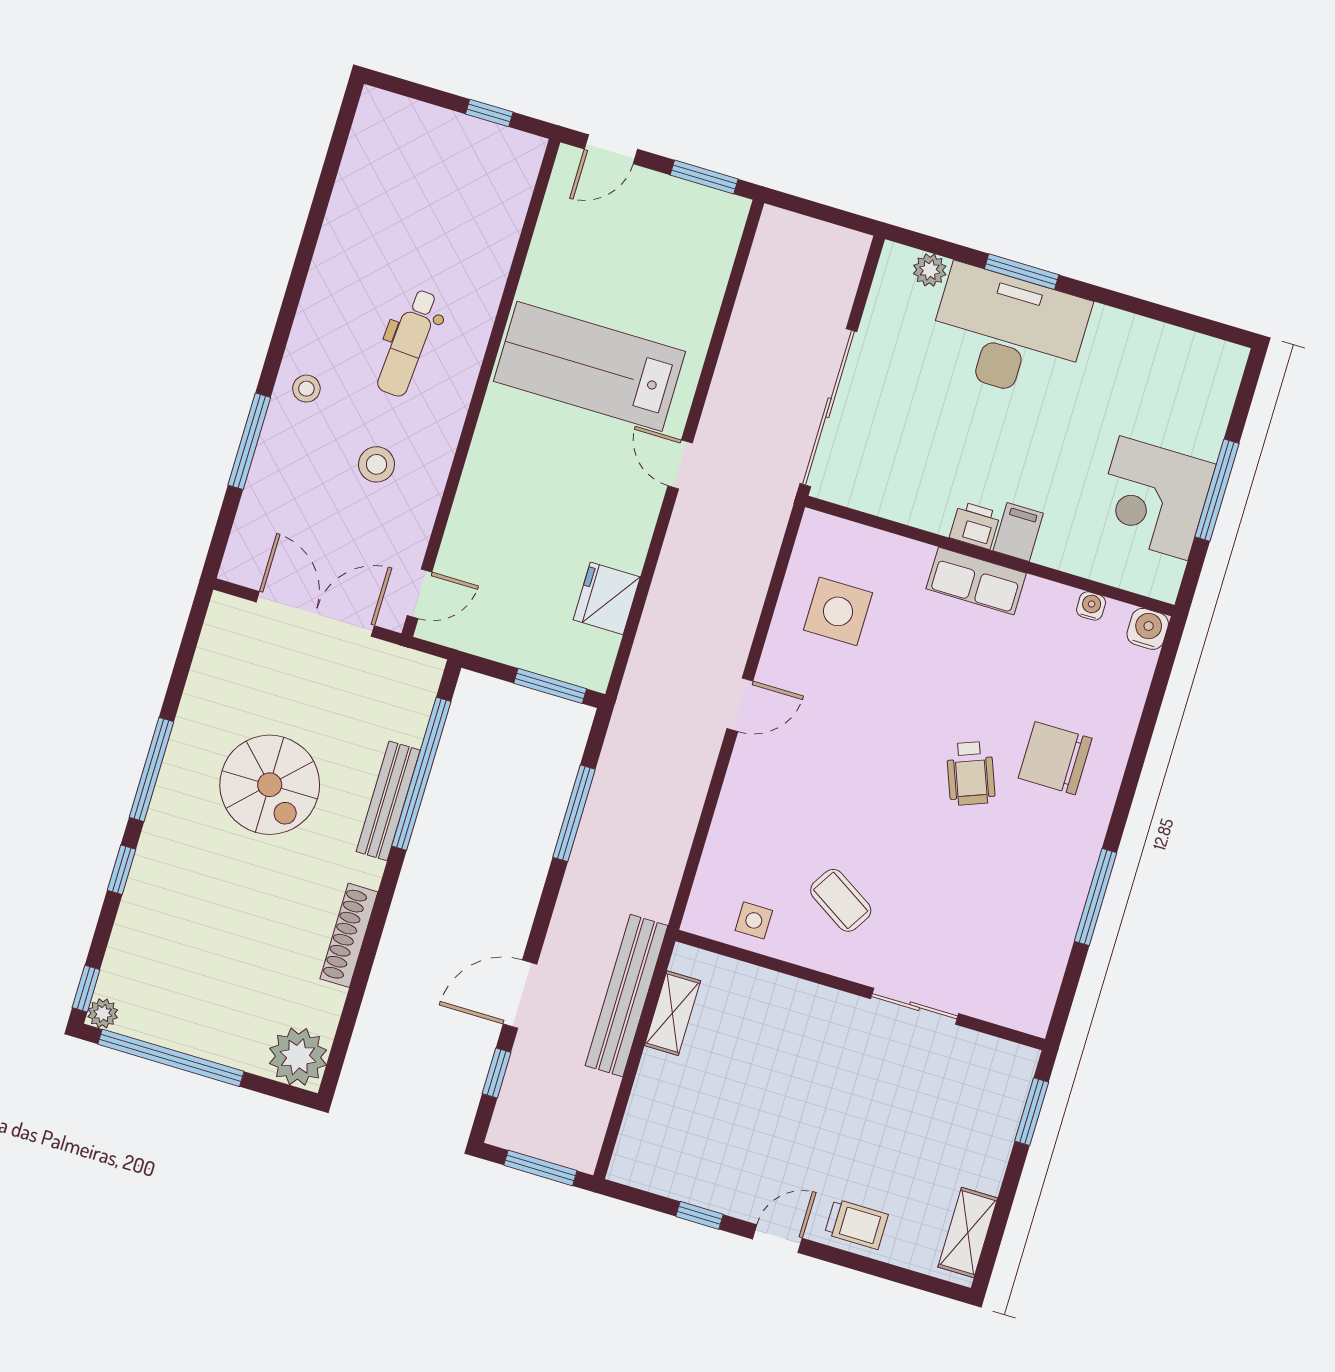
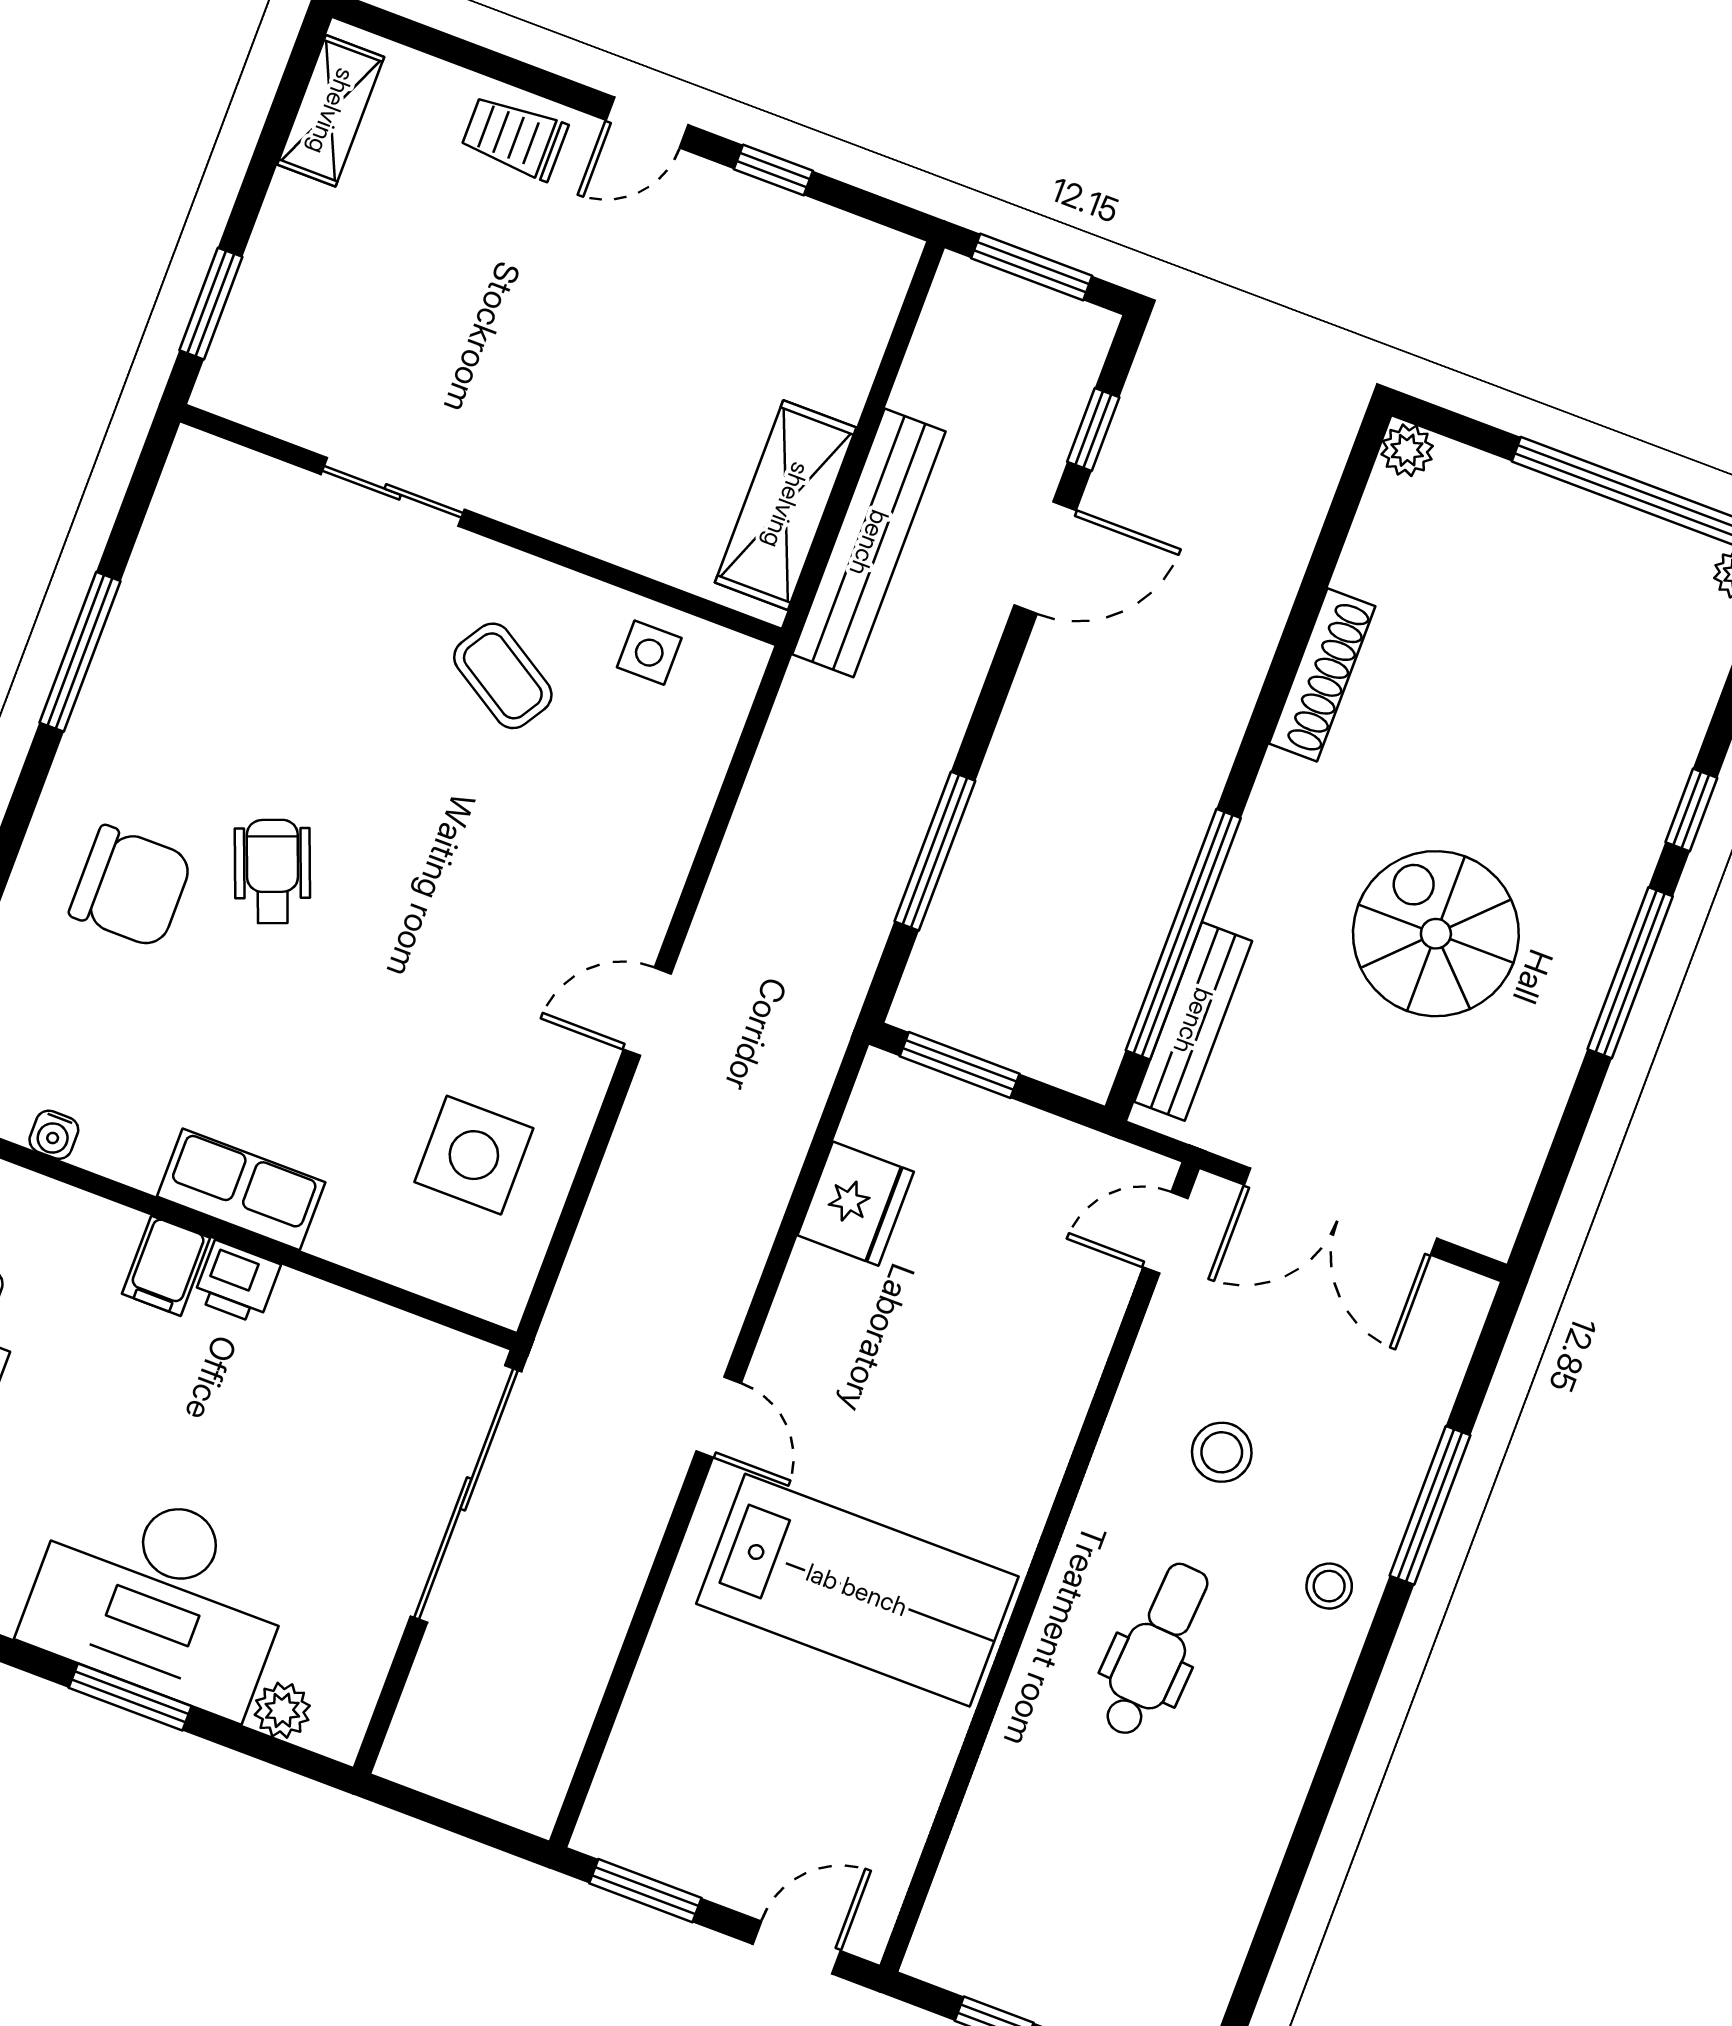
bench: (388, 801) -> (1193, 1021), moved
shelving: (673, 1013) -> (786, 505), width x1.50, depth x1.33
plant: (298, 1057) -> (1407, 450), width x0.53, depth x0.53

